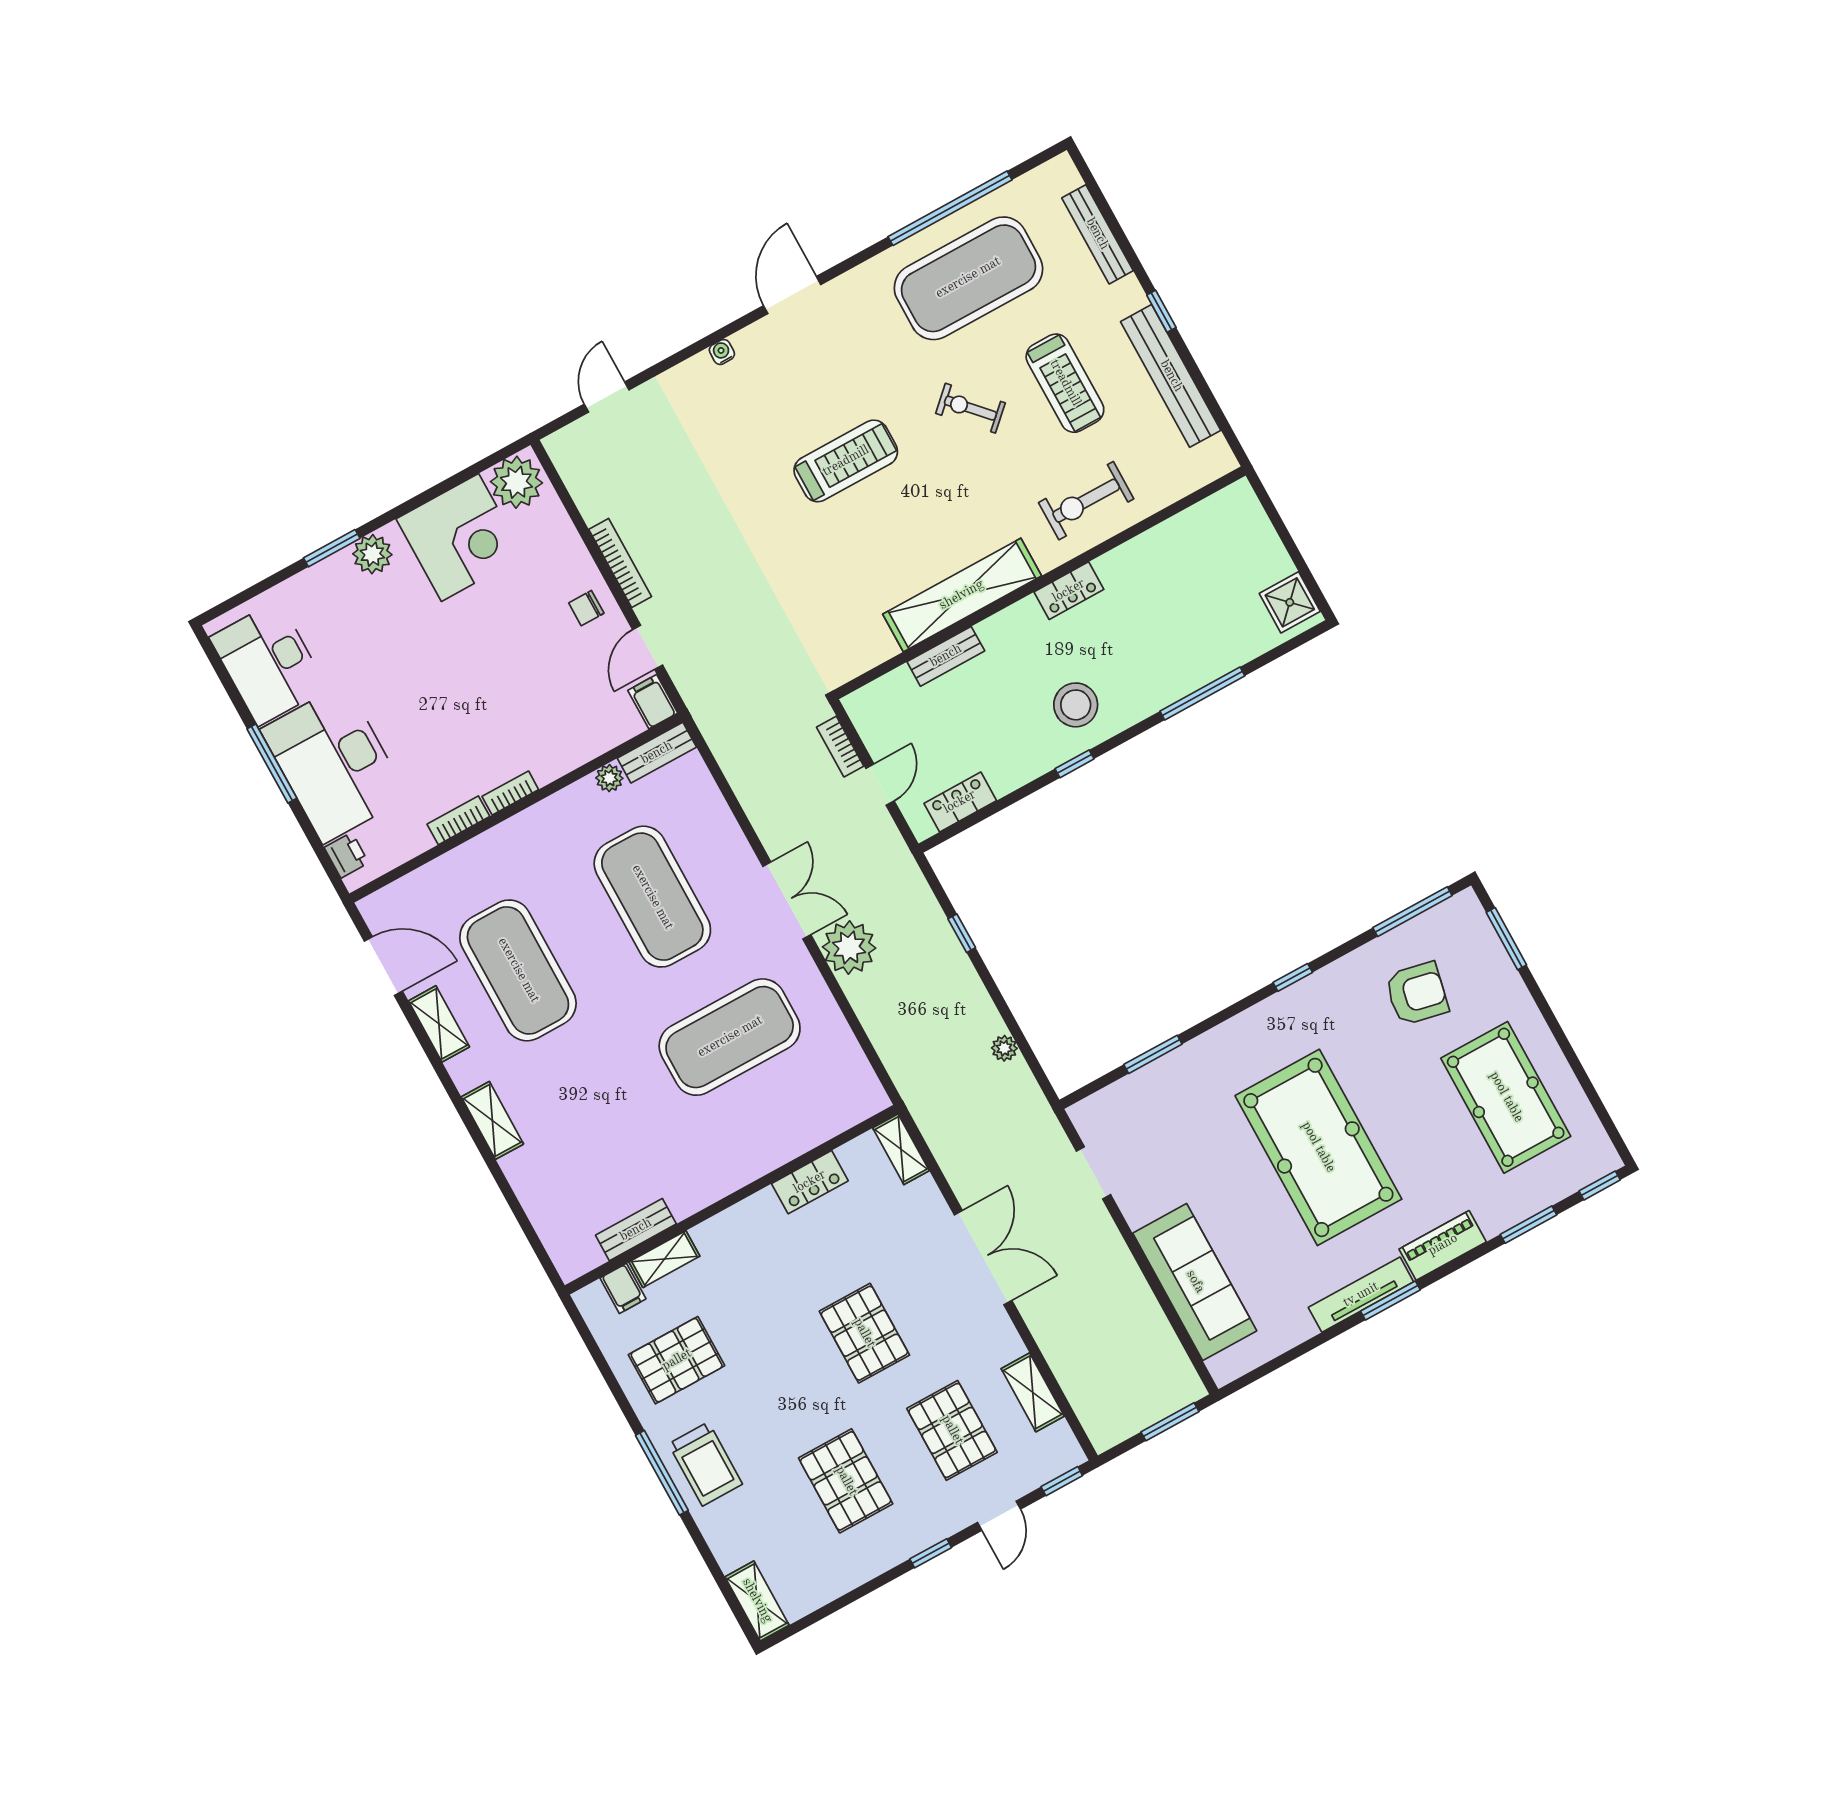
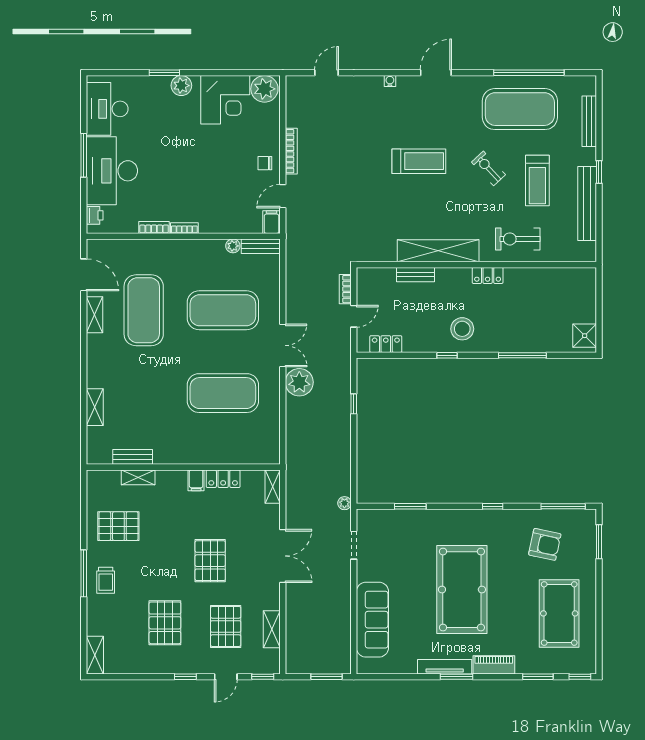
exercise mat: (652, 897) -> (223, 310), turned 90
plant: (1004, 1048) -> (344, 503), moved
shelving: (492, 1120) -> (95, 407), moved
filing cabinet: (623, 1288) -> (196, 480), moved
trolley: (705, 1464) -> (106, 580), width x0.73, depth x0.72

